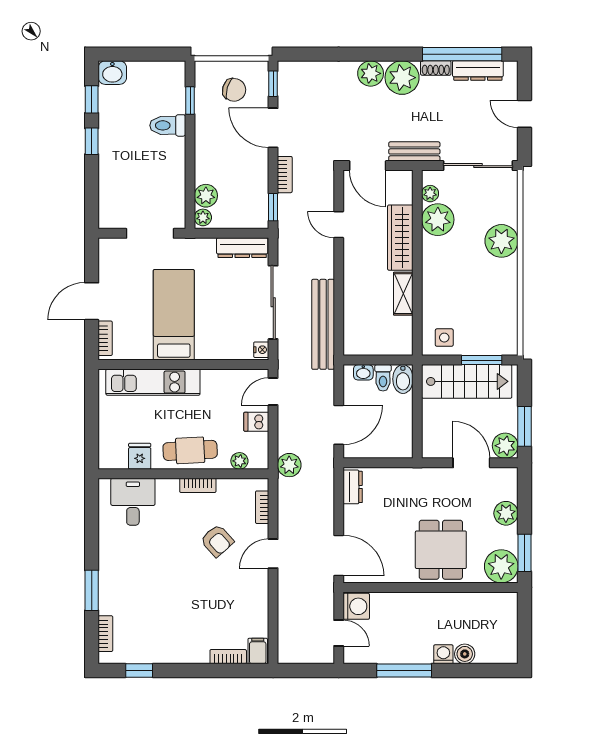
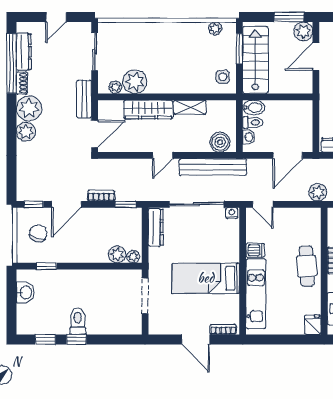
washbasin: (112, 73) -> (25, 292), moved
toilet: (168, 125) -> (78, 321), moved, turned 180
sliding door: (478, 166) -> (95, 52), width x0.73
door: (339, 225) -> (163, 155), moved
plant: (501, 241) -> (215, 28), moved, width x0.53, depth x0.53
boiler: (356, 334) -> (220, 142), added
dishwasher: (256, 422) -> (255, 250), moved, turned -90
door: (339, 425) -> (288, 155), swing flipped
fridge: (140, 456) -> (313, 325), moved, turned 90
plant: (239, 461) -> (315, 229), removed

